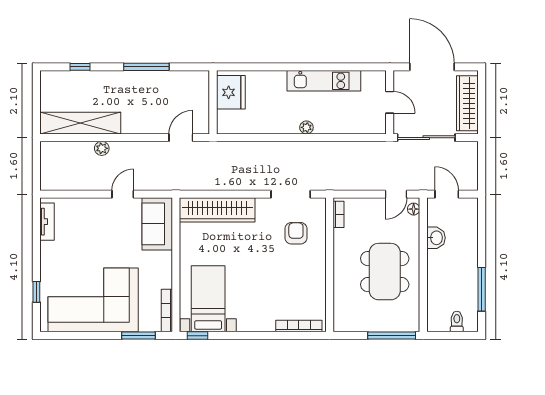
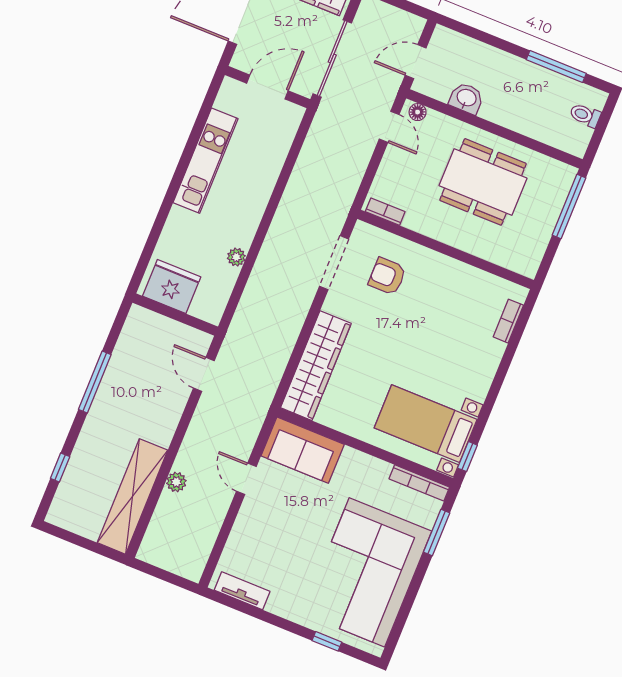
door: (390, 102) -> (267, 87), width x1.38
plant: (306, 127) -> (236, 257), moved
bookcase: (299, 326) -> (508, 321), width x0.64

